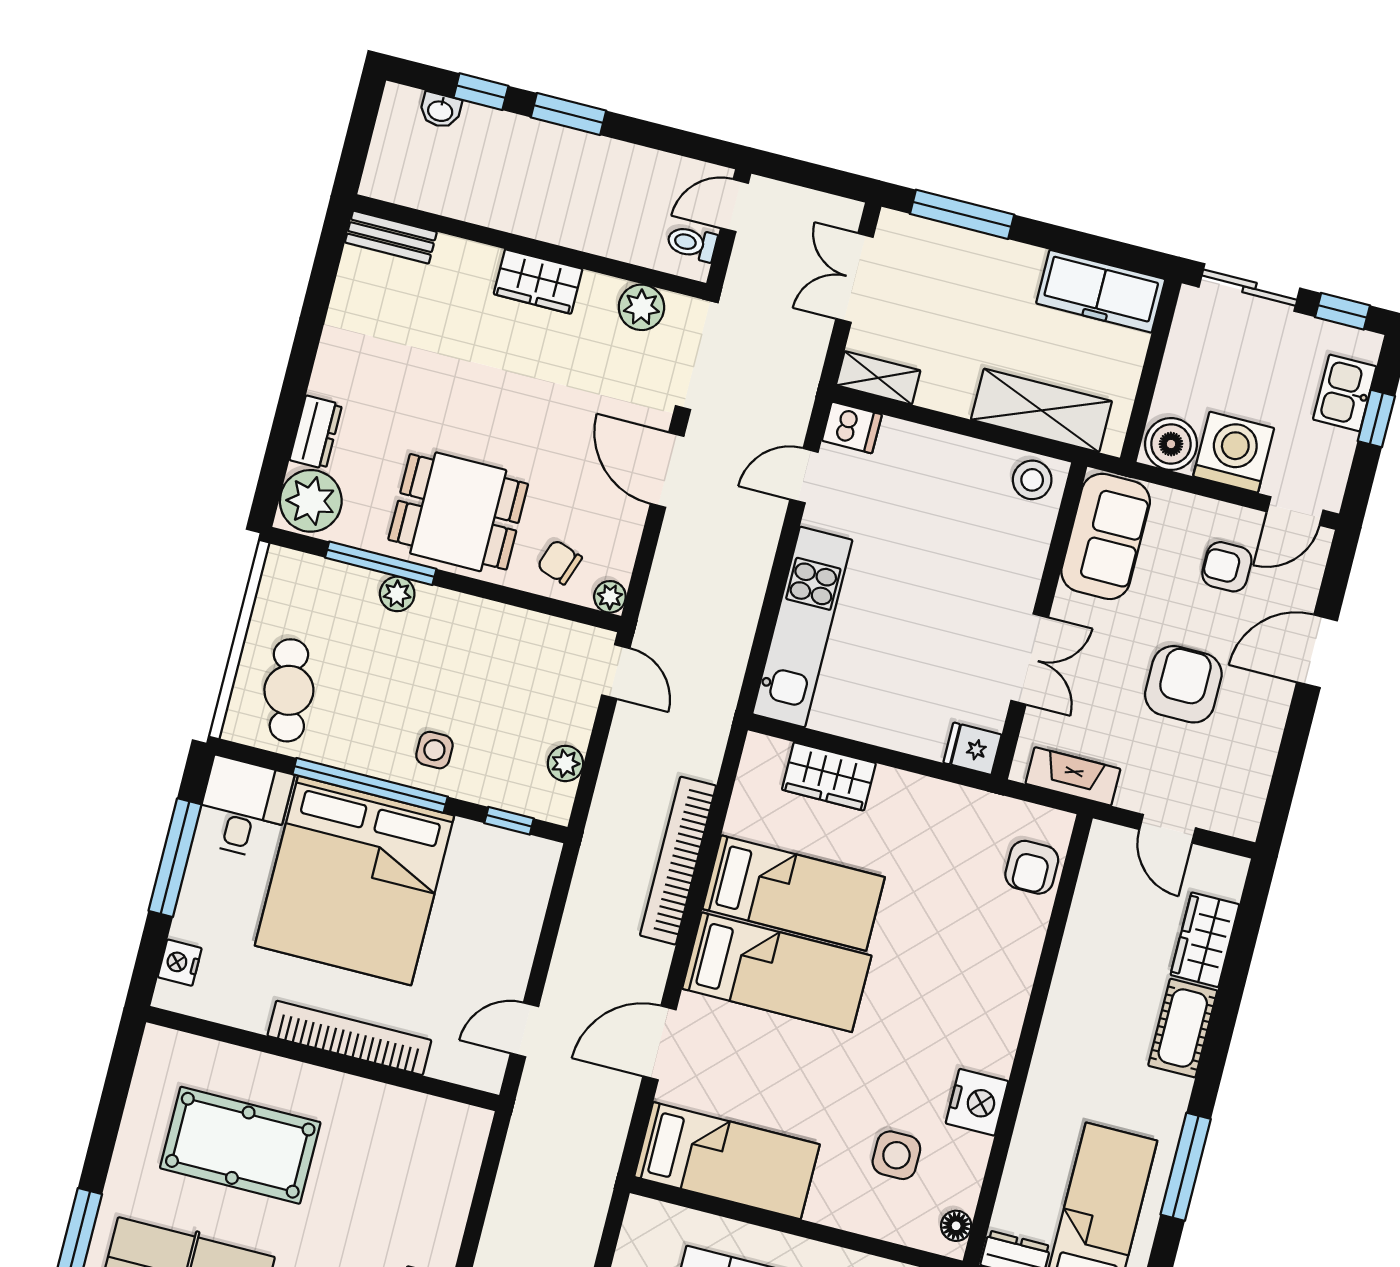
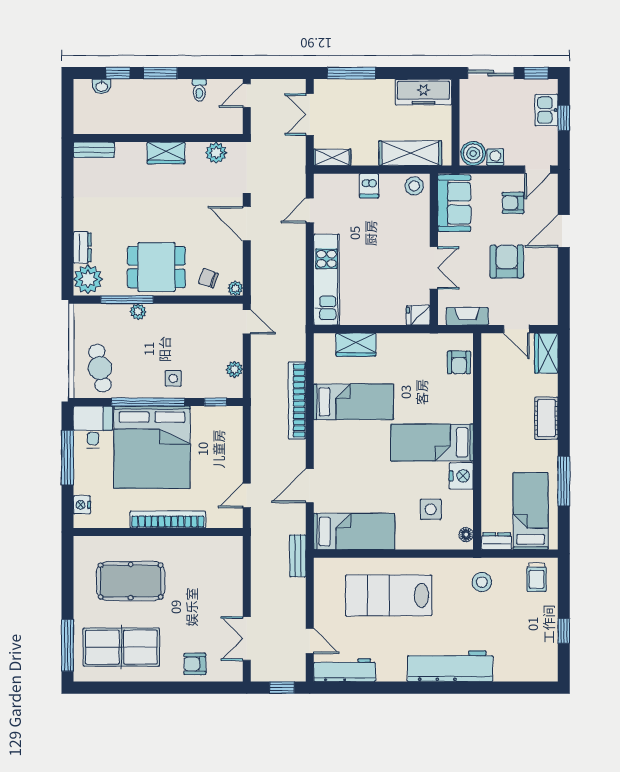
toilet: (692, 243) -> (199, 90), moved, turned -90
dishwasher: (852, 427) -> (369, 186), moved, turned 90
washing machine: (1234, 452) -> (495, 157), width x0.53, depth x0.53
wardrobe: (1205, 940) -> (546, 353), moved
bed: (777, 972) -> (432, 442), moved, turned 180
bench: (598, 1181) -> (298, 556), added

